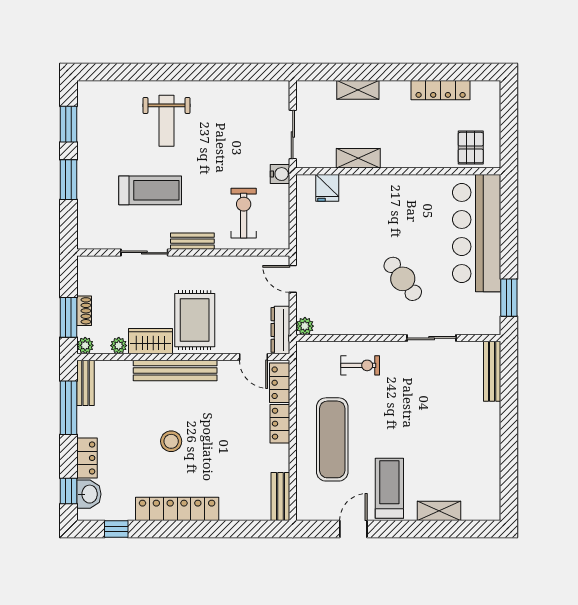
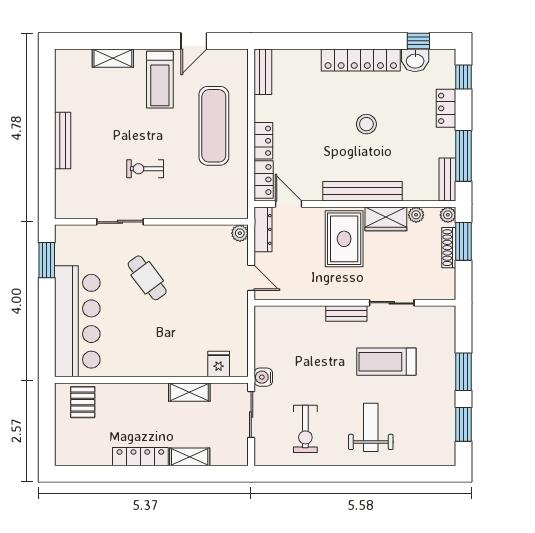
locker: (441, 90) -> (140, 457), moved
exercise bike: (244, 213) -> (305, 429), moved
shoe rack: (84, 311) -> (449, 248), width x1.43
exercise bike: (360, 365) -> (145, 169), moved
bench: (492, 371) -> (63, 140), moved
washbasin: (89, 494) -> (415, 60), moved, turned -90

